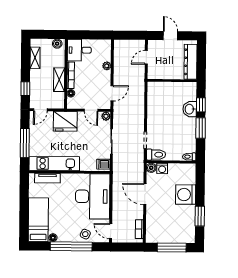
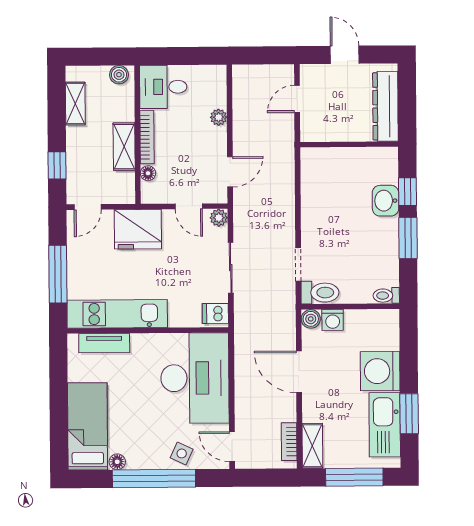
kitchen sink: (187, 221) -> (385, 425), added
shelving: (151, 231) -> (312, 446), added

